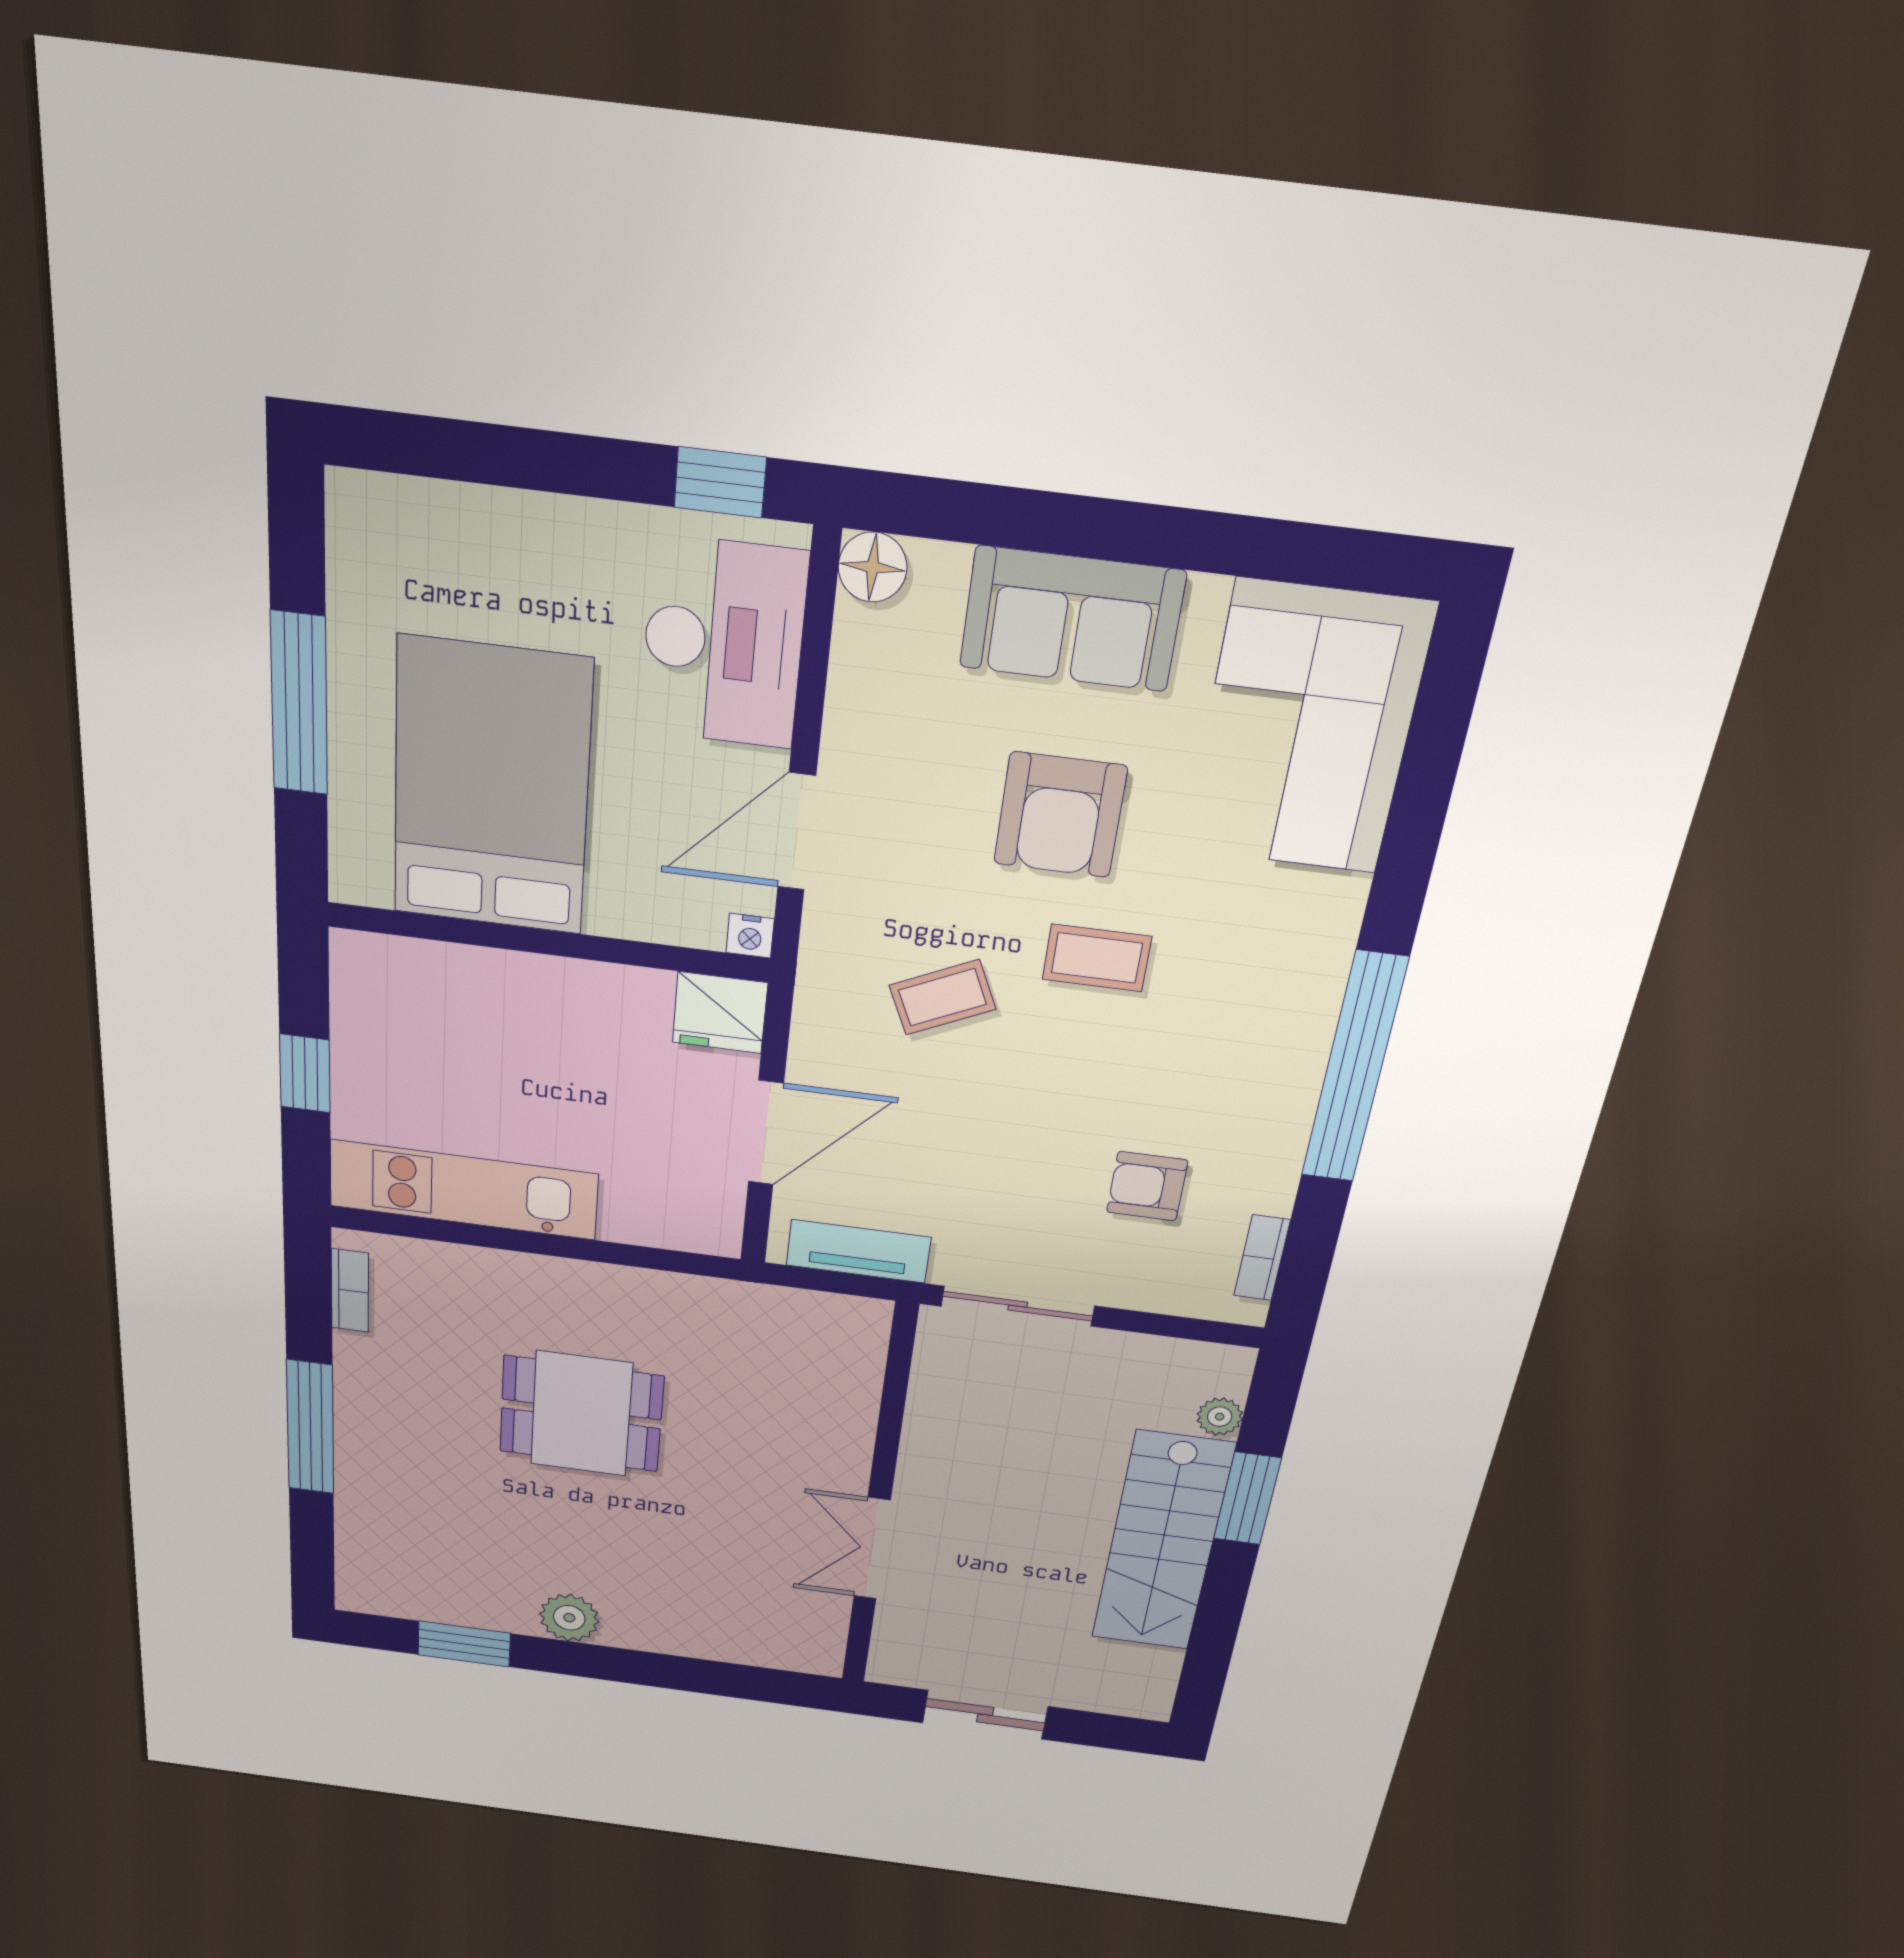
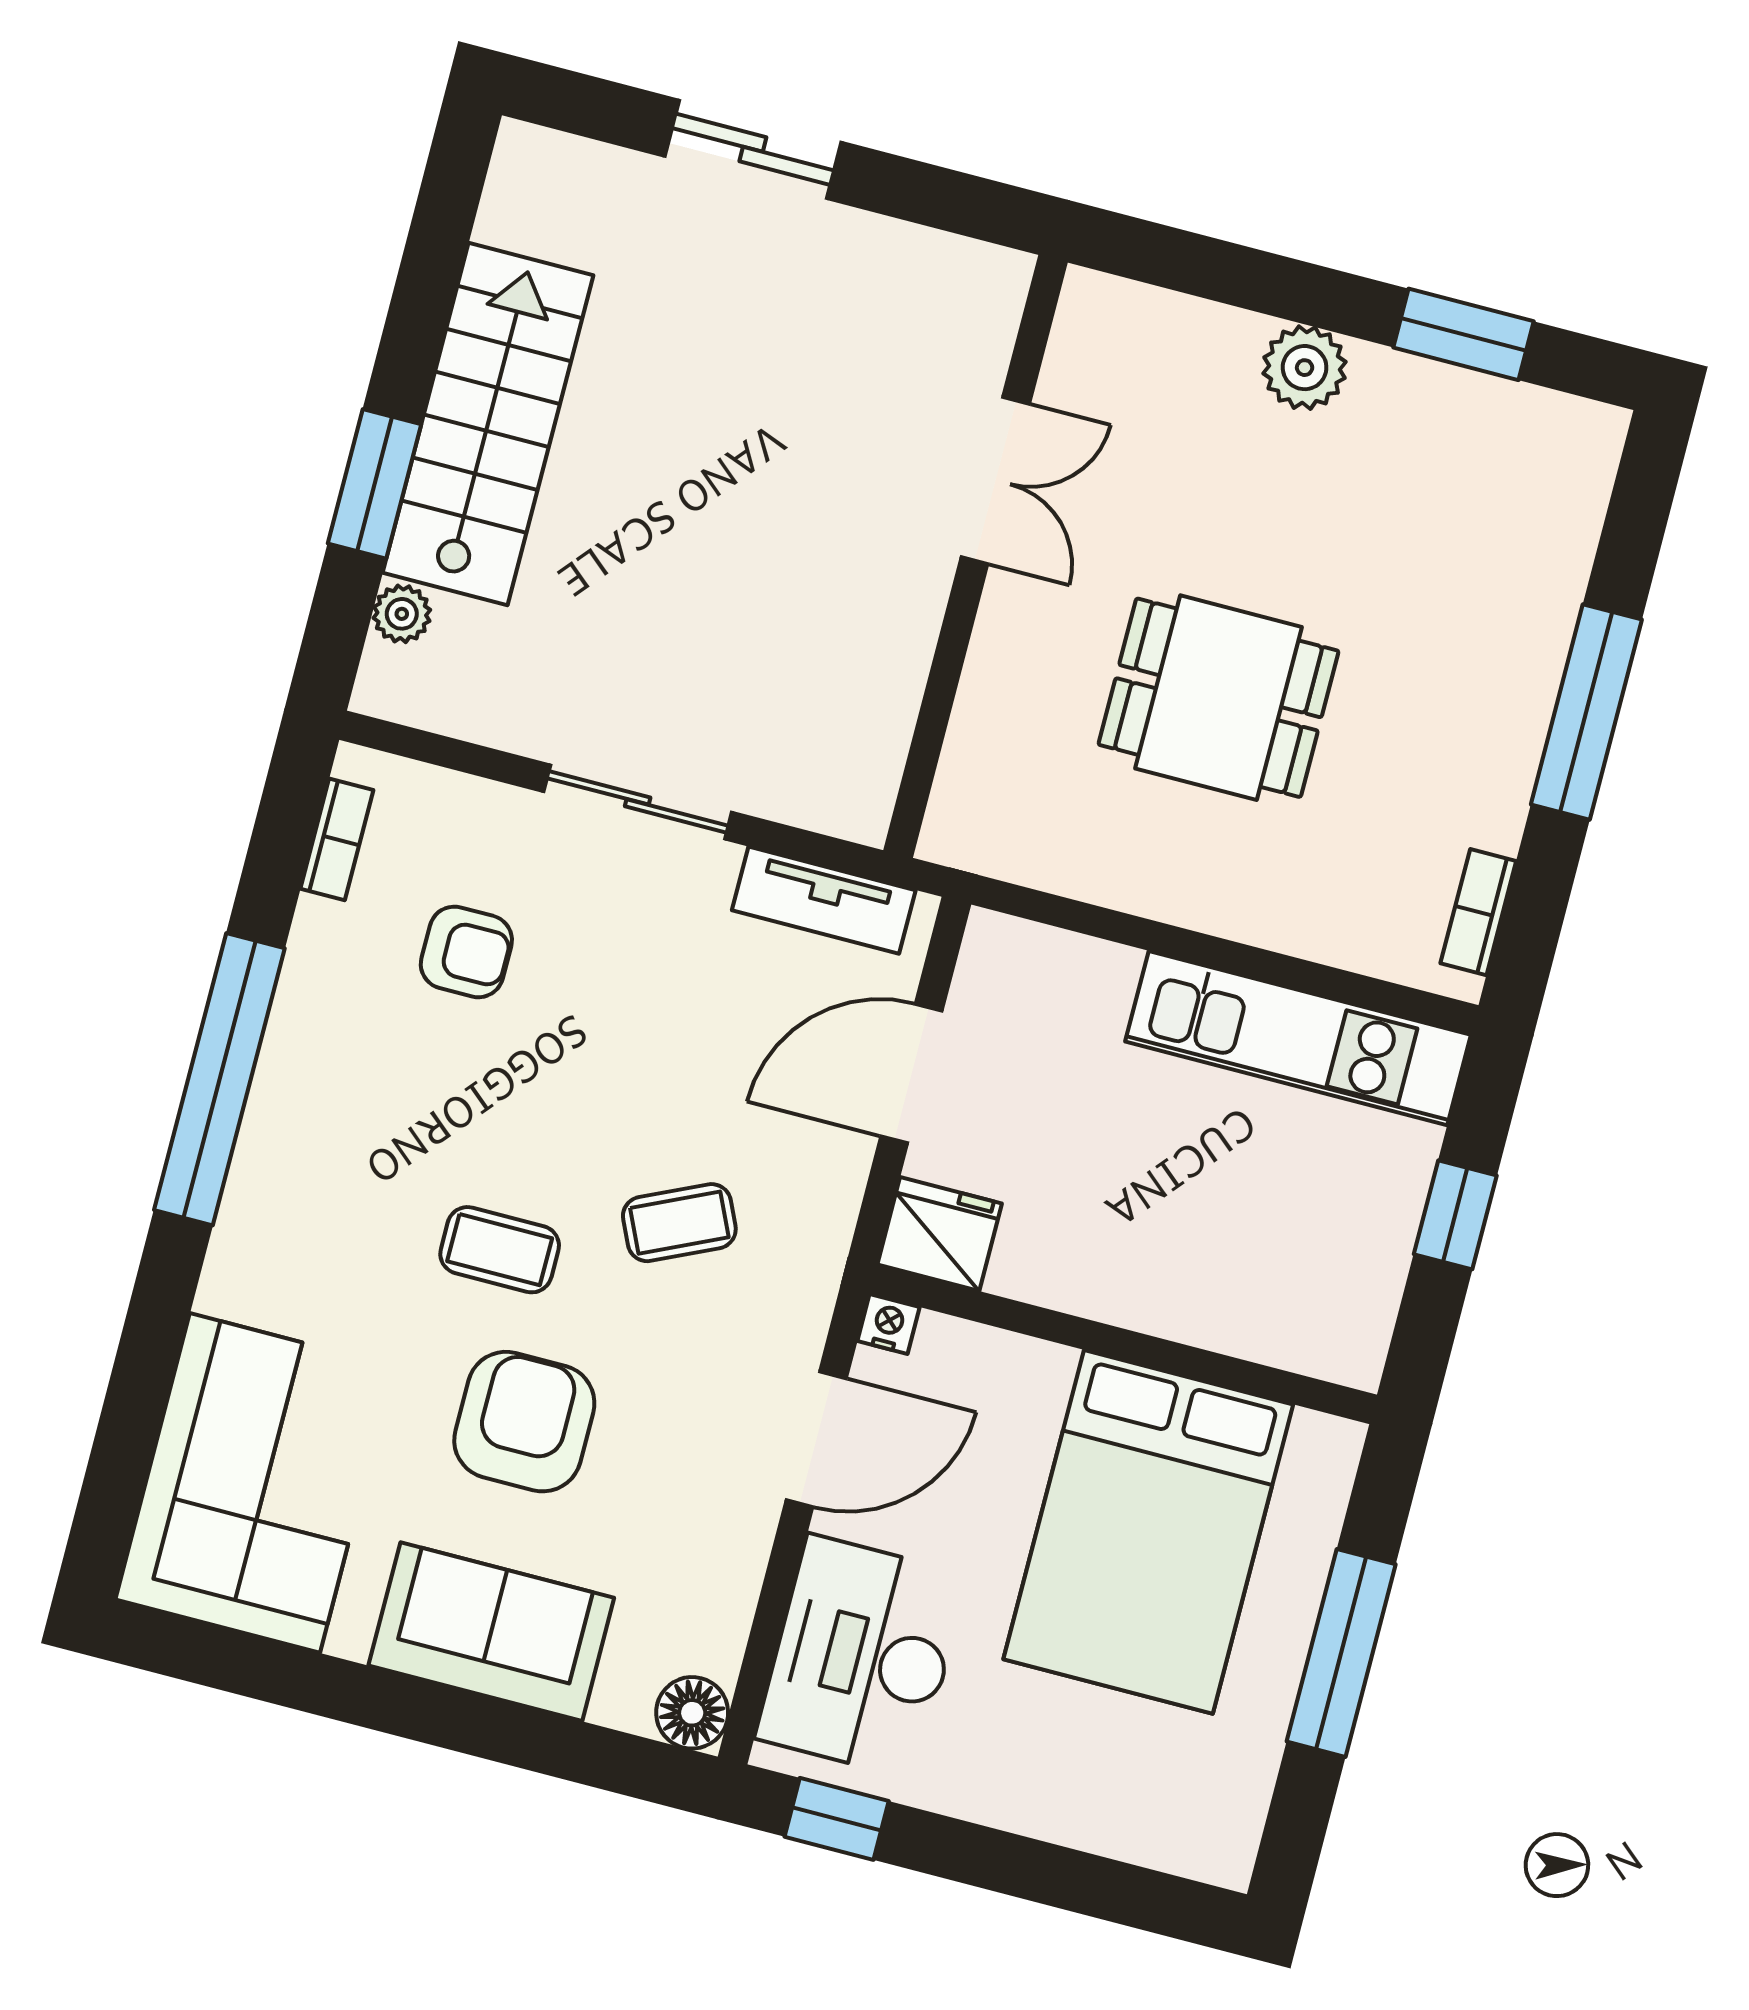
wall: (879, 1501) -> (976, 556), moved
double door: (872, 1549) -> (995, 480), moved

